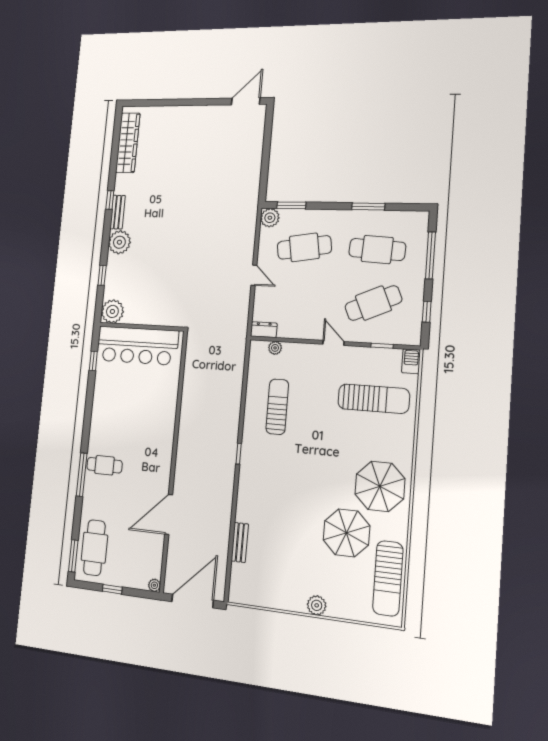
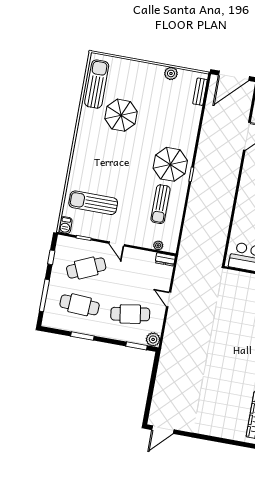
parasol: (380, 486) -> (170, 164), moved
bench: (240, 542) -> (200, 92), moved
plant: (317, 605) -> (171, 73), moved

